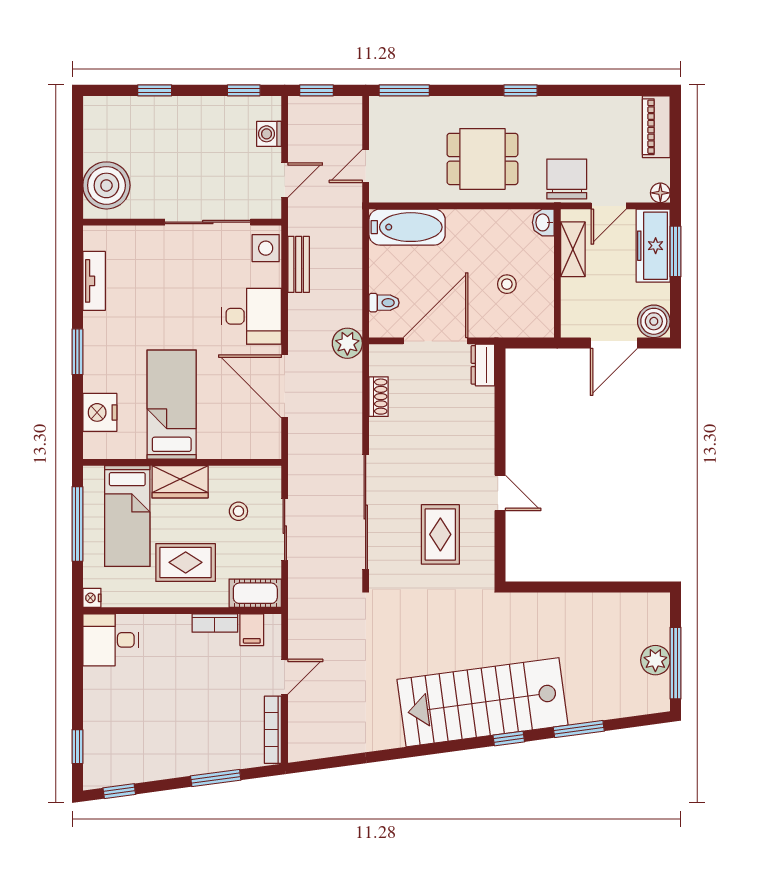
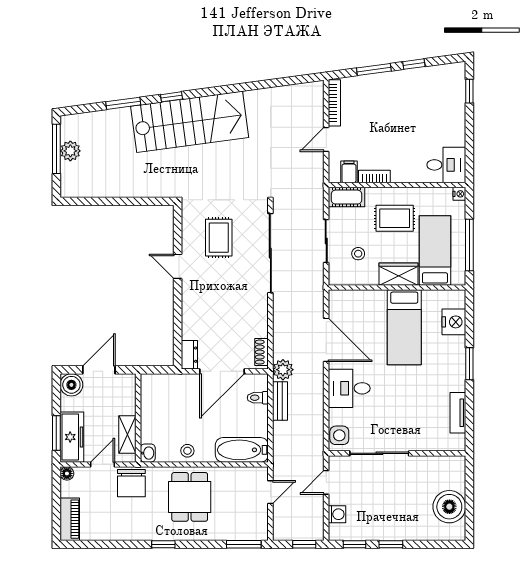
window: (155, 90) -> (391, 544), moved
dining table: (482, 159) -> (190, 497), turned 90
boiler: (106, 185) -> (449, 507), moved
bench: (299, 264) -> (280, 401), moved
stool: (507, 284) -> (187, 451), moved
shoe rack: (379, 397) -> (261, 352), moved
window: (119, 791) -> (414, 64), moved

